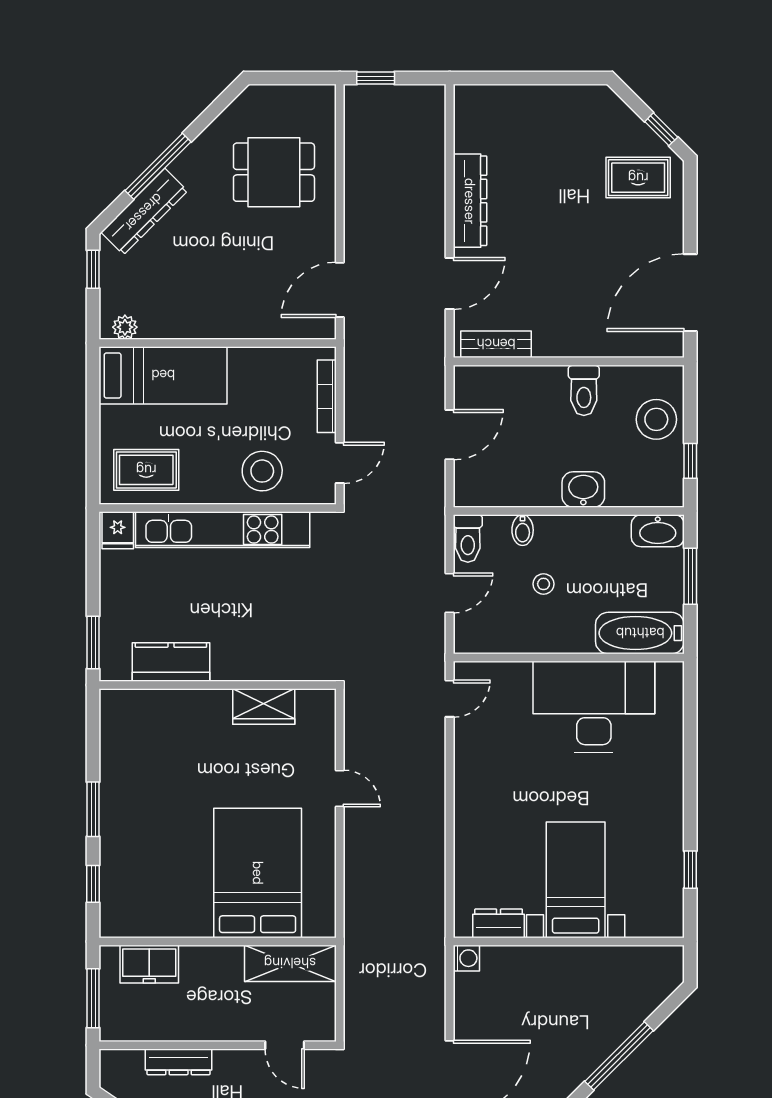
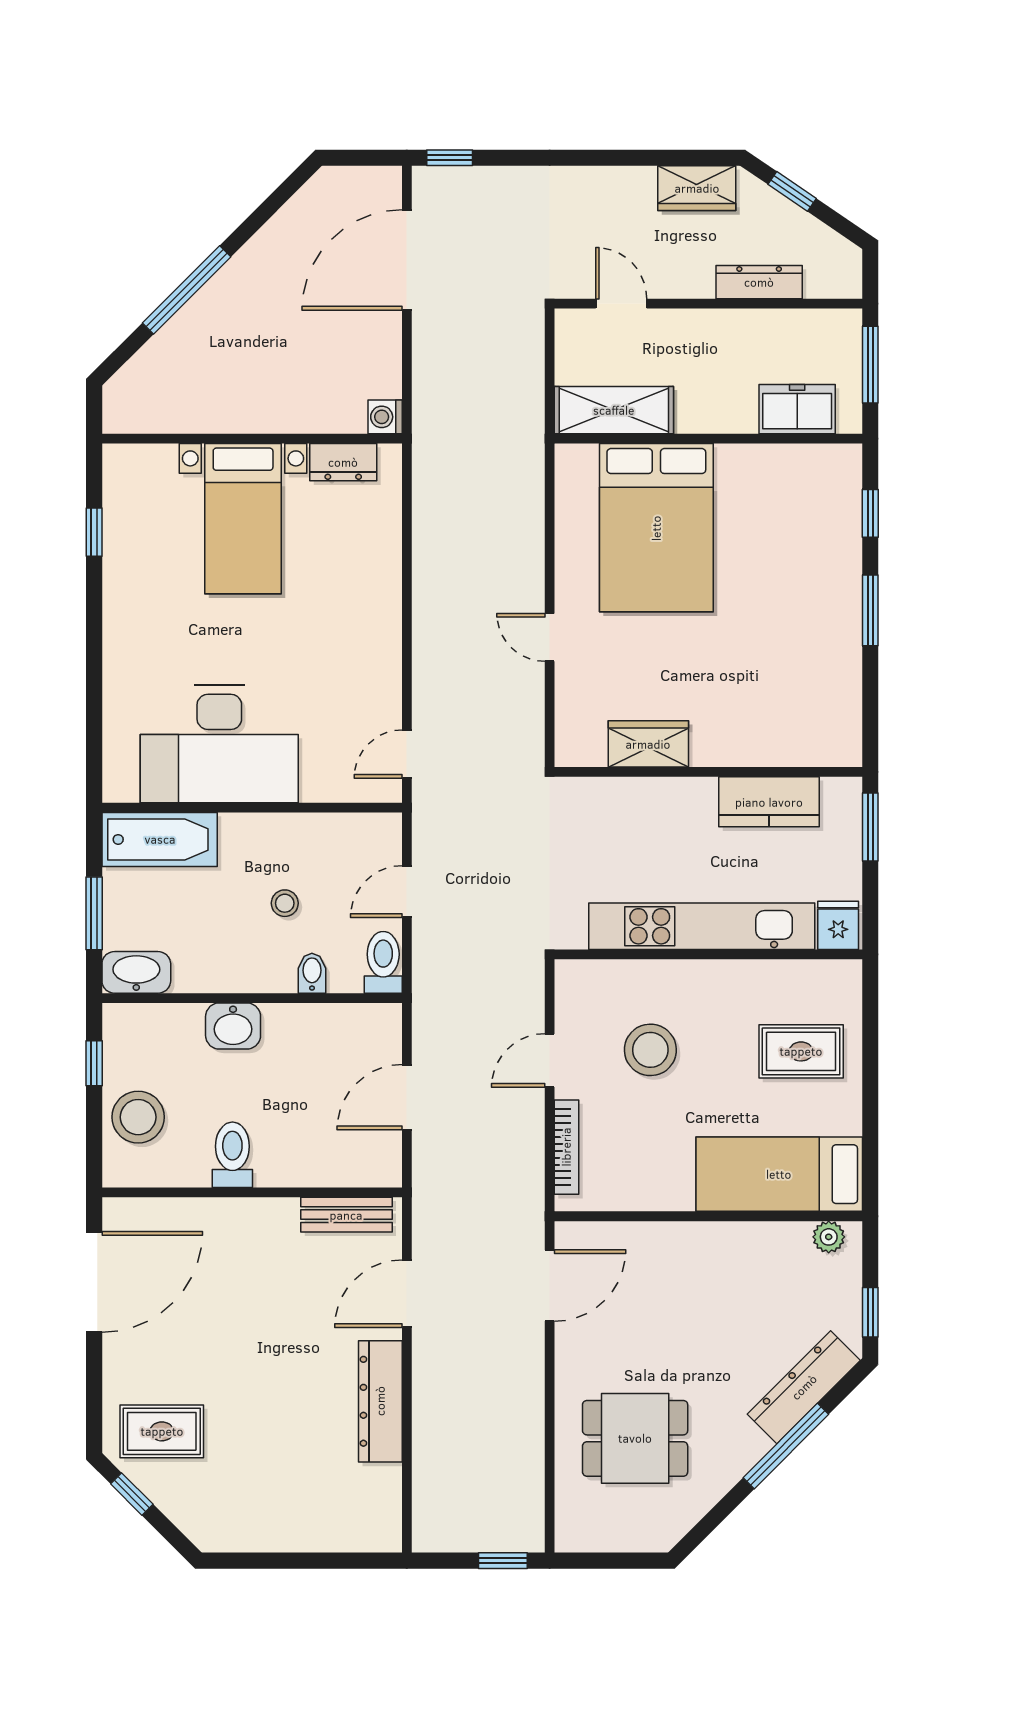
wall: (218, 508) -> (708, 954), moved
fridge: (118, 530) -> (838, 925), moved
kitchen unit: (223, 530) -> (702, 926), moved

